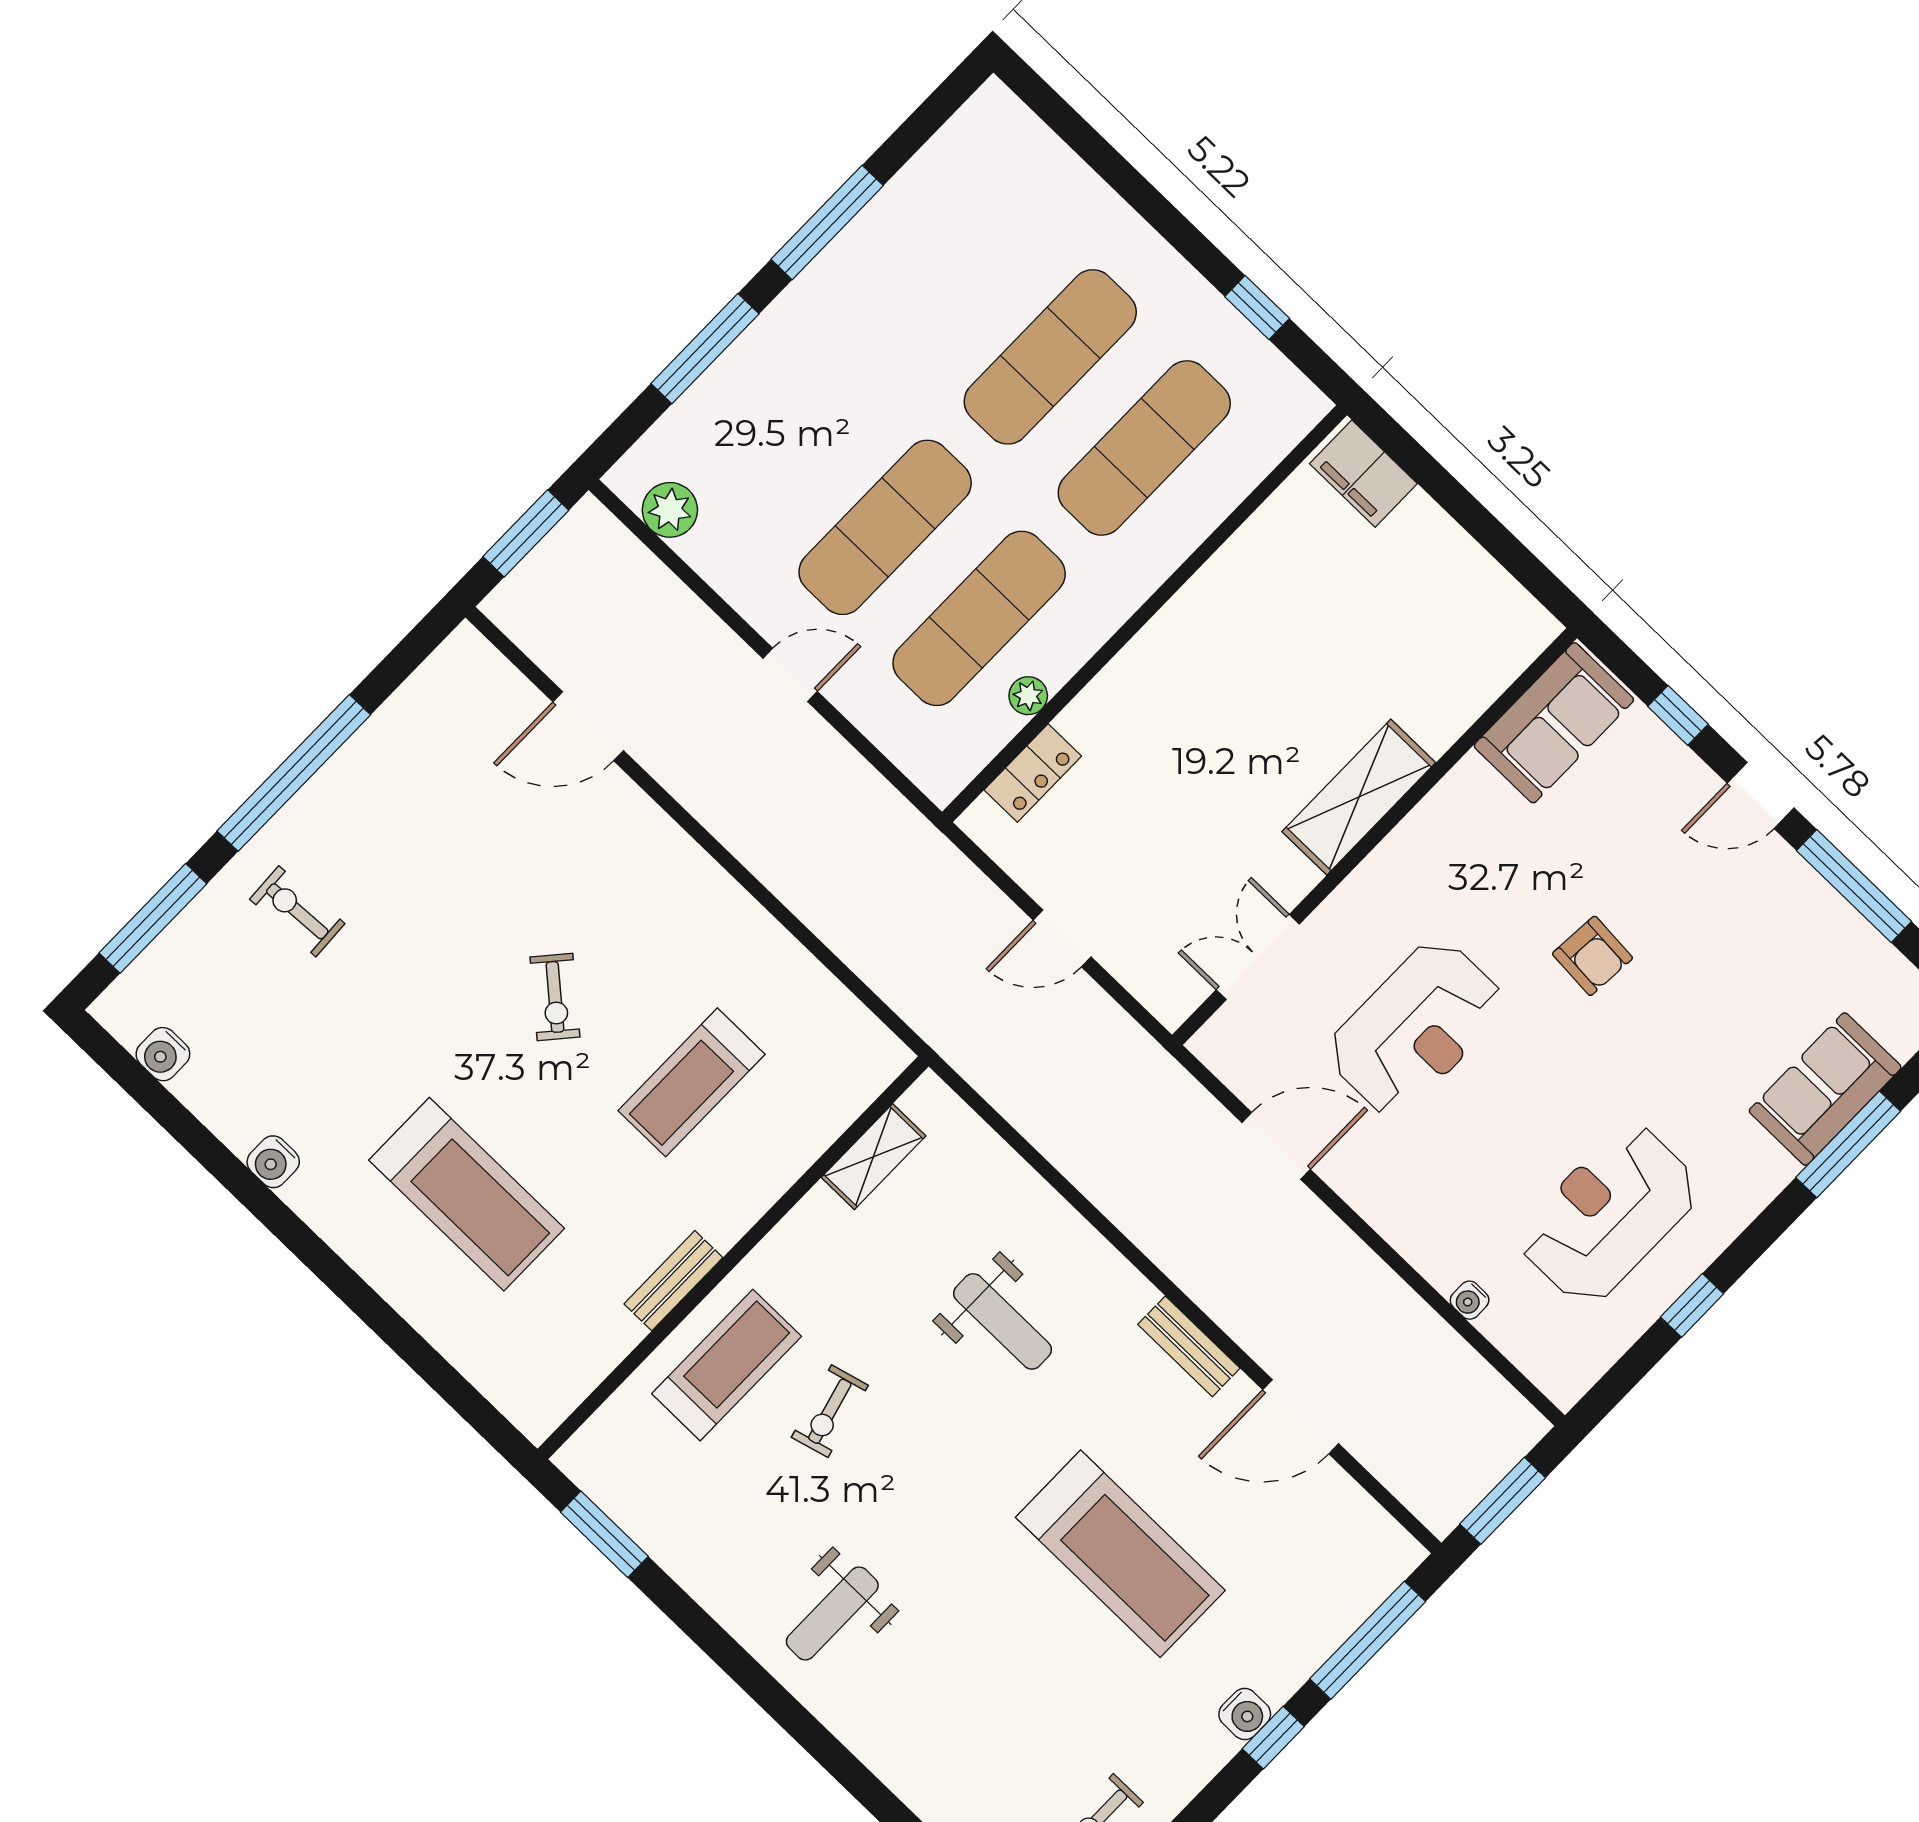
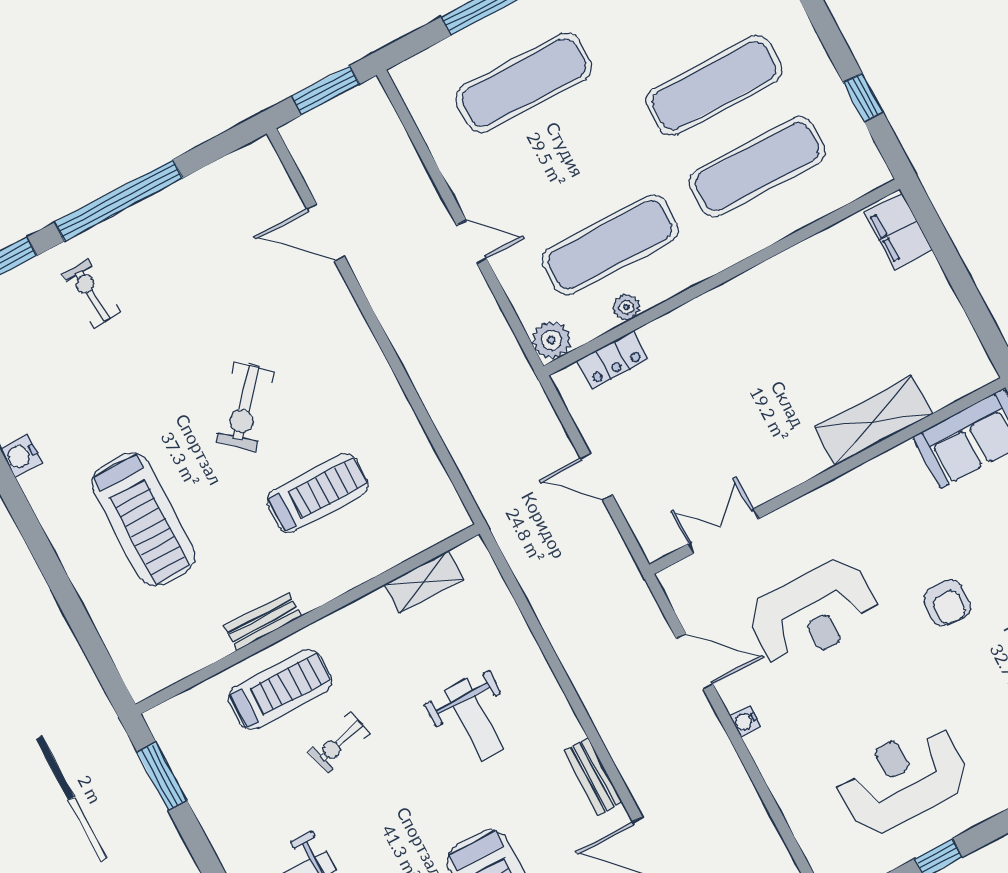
plant: (670, 510) -> (552, 340), moved
exercise mat: (885, 527) -> (524, 83), moved
shelving: (1359, 797) -> (874, 421), moved
exercise bike: (555, 997) -> (245, 406), width x1.38, depth x1.39
treadmill: (691, 1082) -> (318, 493), turned 180
water cooler: (1470, 1300) -> (745, 721), moved

